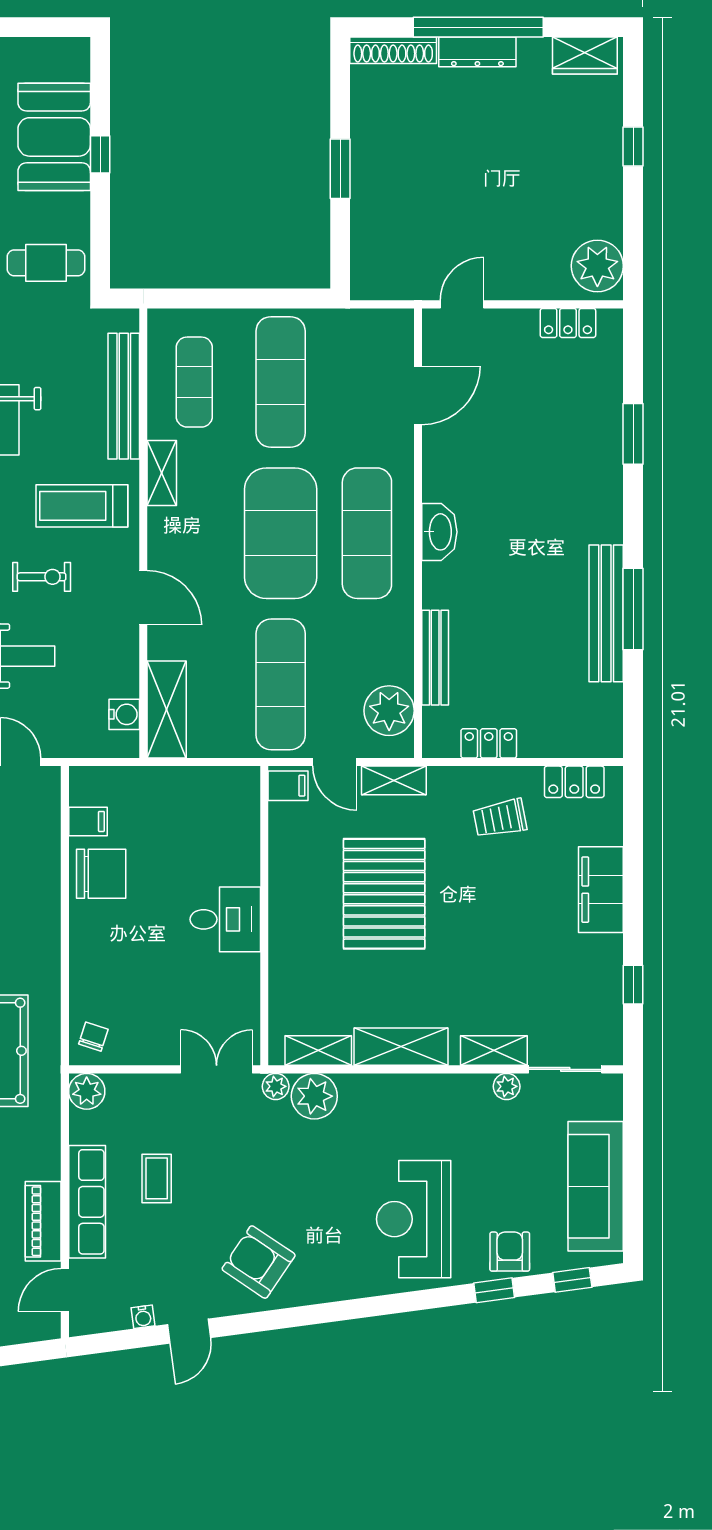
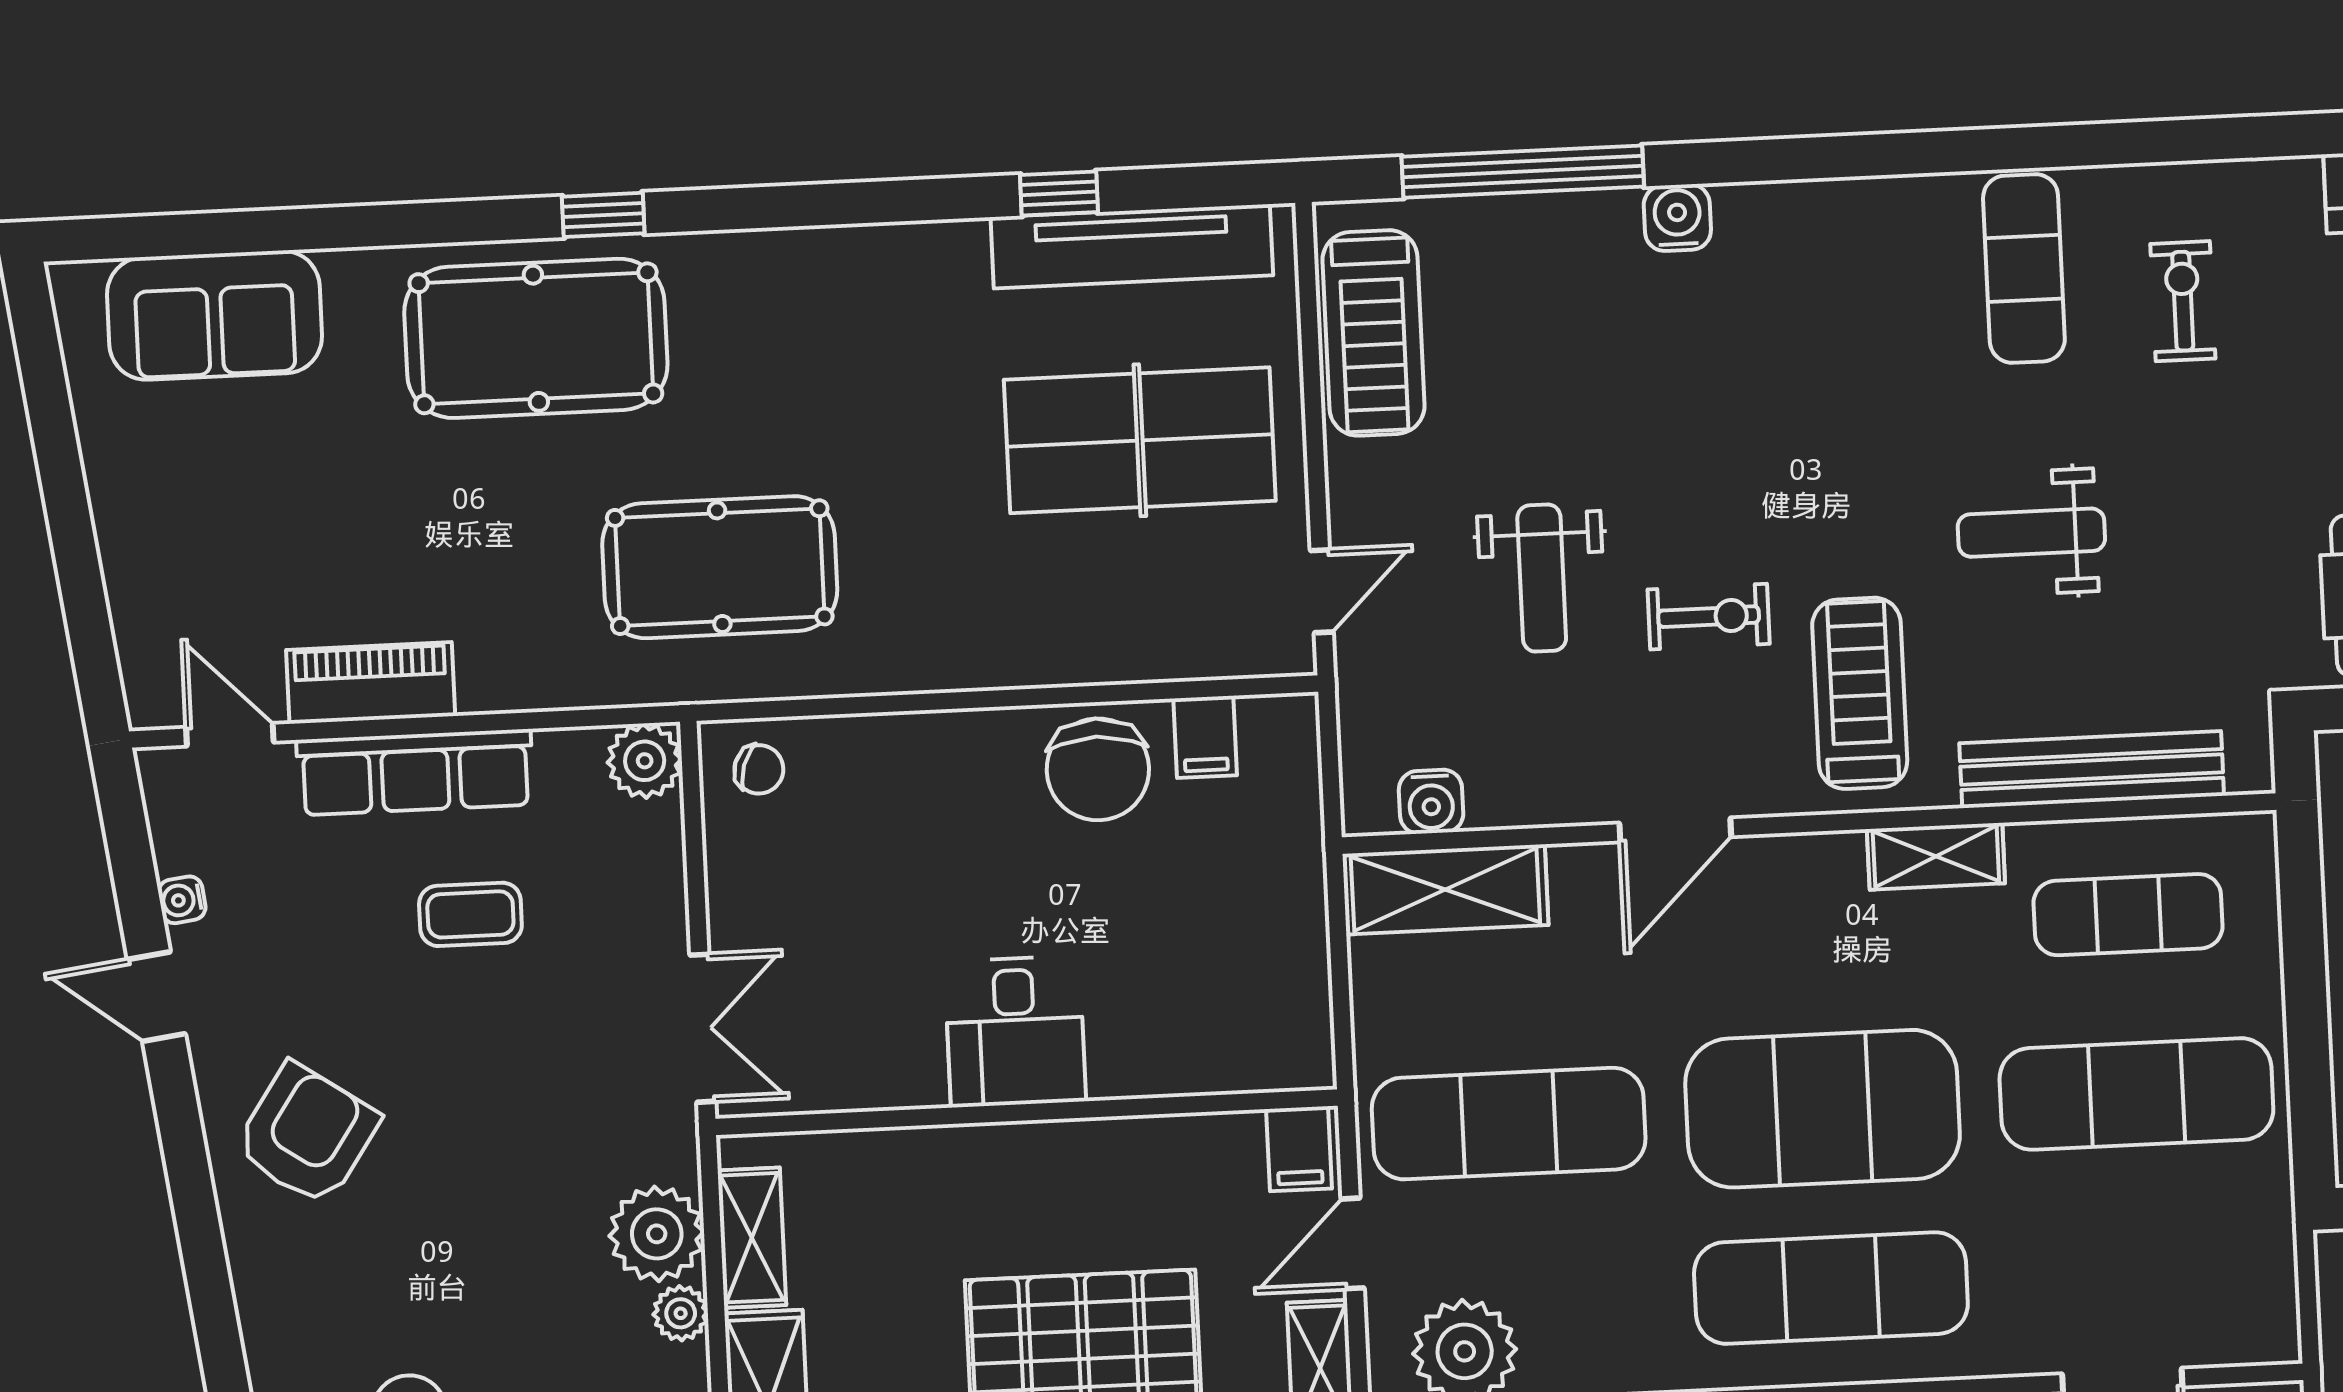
exercise bike: (42, 577) -> (1709, 617), turned -90
plant: (276, 1086) -> (681, 1313), moved

